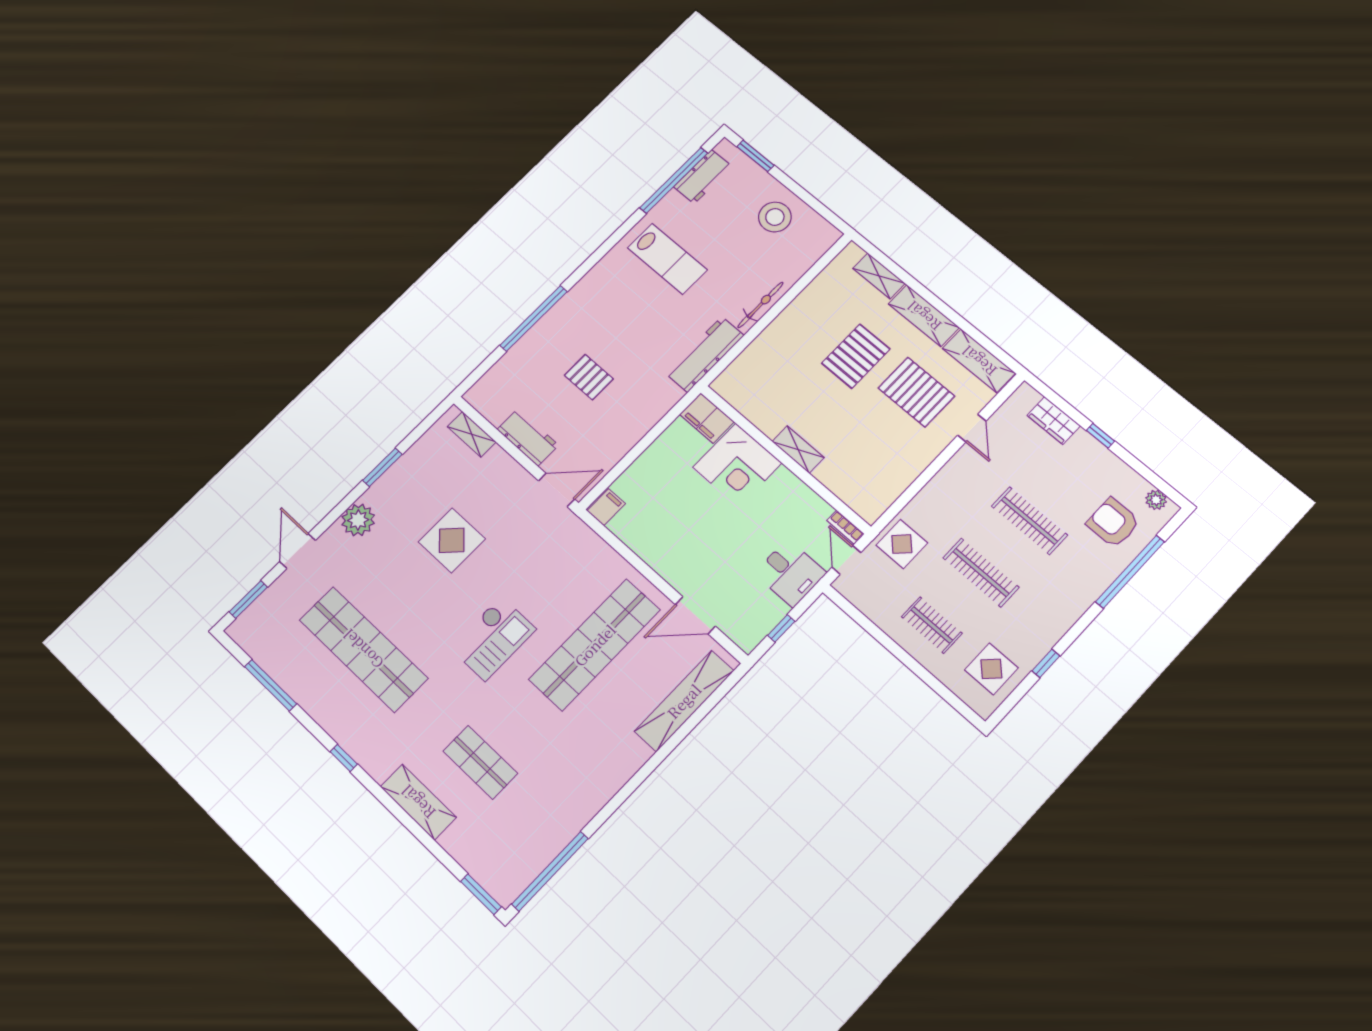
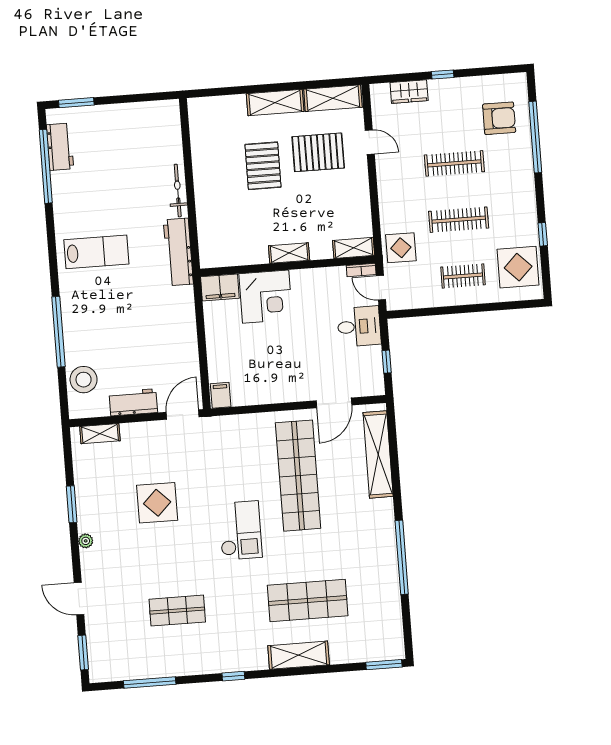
stool: (775, 217) -> (84, 380), moved
lab bench: (667, 259) -> (96, 252), moved
shelving: (879, 276) -> (354, 248), moved
pallet: (589, 377) -> (128, 333), removed
plant: (1156, 500) -> (509, 81), removed
plant: (358, 520) -> (86, 541), width x0.53, depth x0.53
armchair: (1113, 523) -> (499, 118), turned 180
shop shelf: (363, 649) -> (177, 611), width x0.50, depth x0.74
display table: (991, 669) -> (518, 267), width x1.36, depth x1.36
shop shelf: (480, 762) -> (308, 601), width x1.43, depth x1.36
window: (550, 871) -> (402, 557), moved

